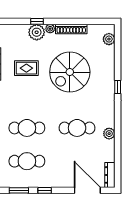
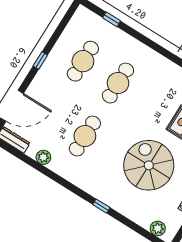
plant: (109, 134) -> (43, 157), moved
window: (19, 190) -> (57, 33), removed

